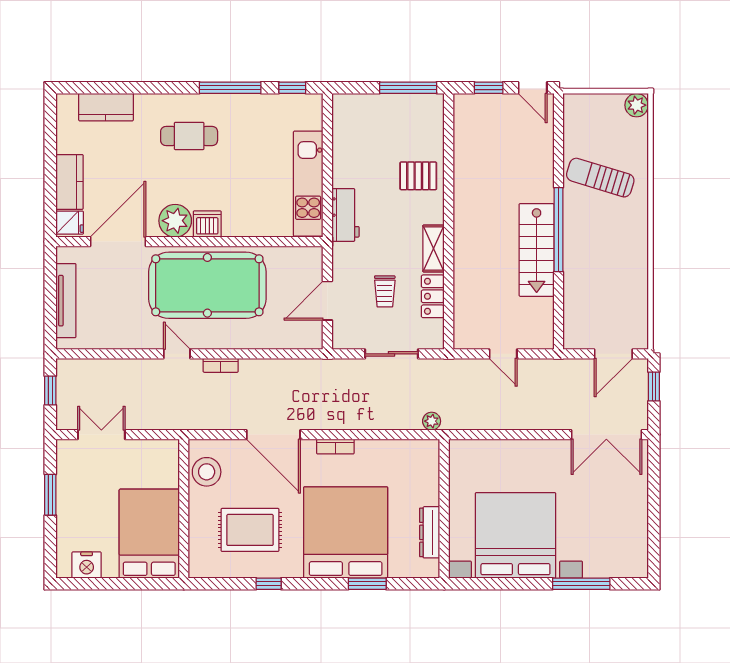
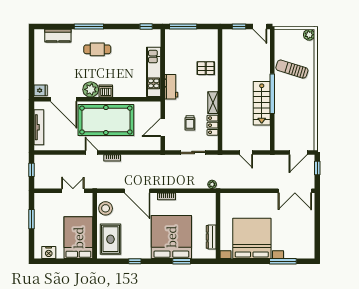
window: (230, 88) -> (89, 27), moved
window: (408, 88) -> (183, 27), moved
kitchen counter: (70, 182) -> (41, 71), removed
door: (118, 242) -> (64, 99), swing flipped
double door: (101, 435) -> (73, 191), moved
rug: (250, 530) -> (110, 239), moved, turned 90

